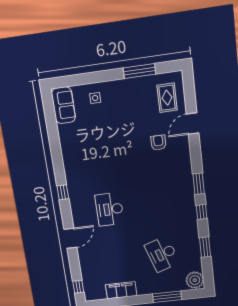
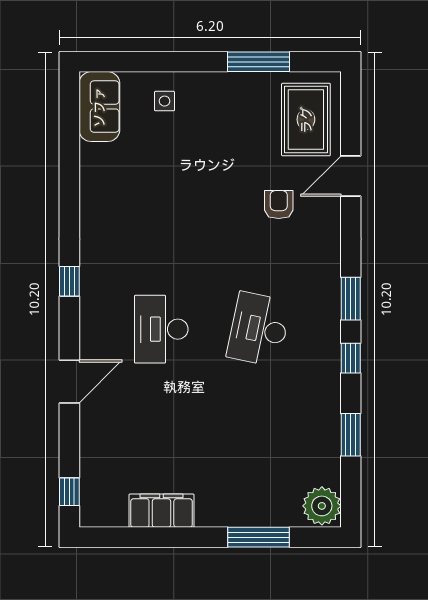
rug: (167, 98) -> (306, 120), width x1.36, depth x1.43
desk: (162, 254) -> (259, 329), moved, turned 30

